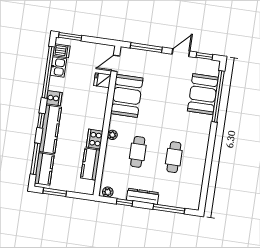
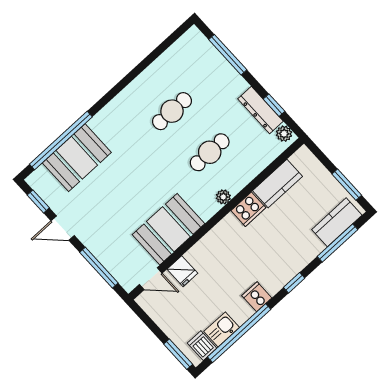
kitchen counter: (50, 129) -> (291, 263), removed
dresser: (143, 196) -> (261, 110), moved

